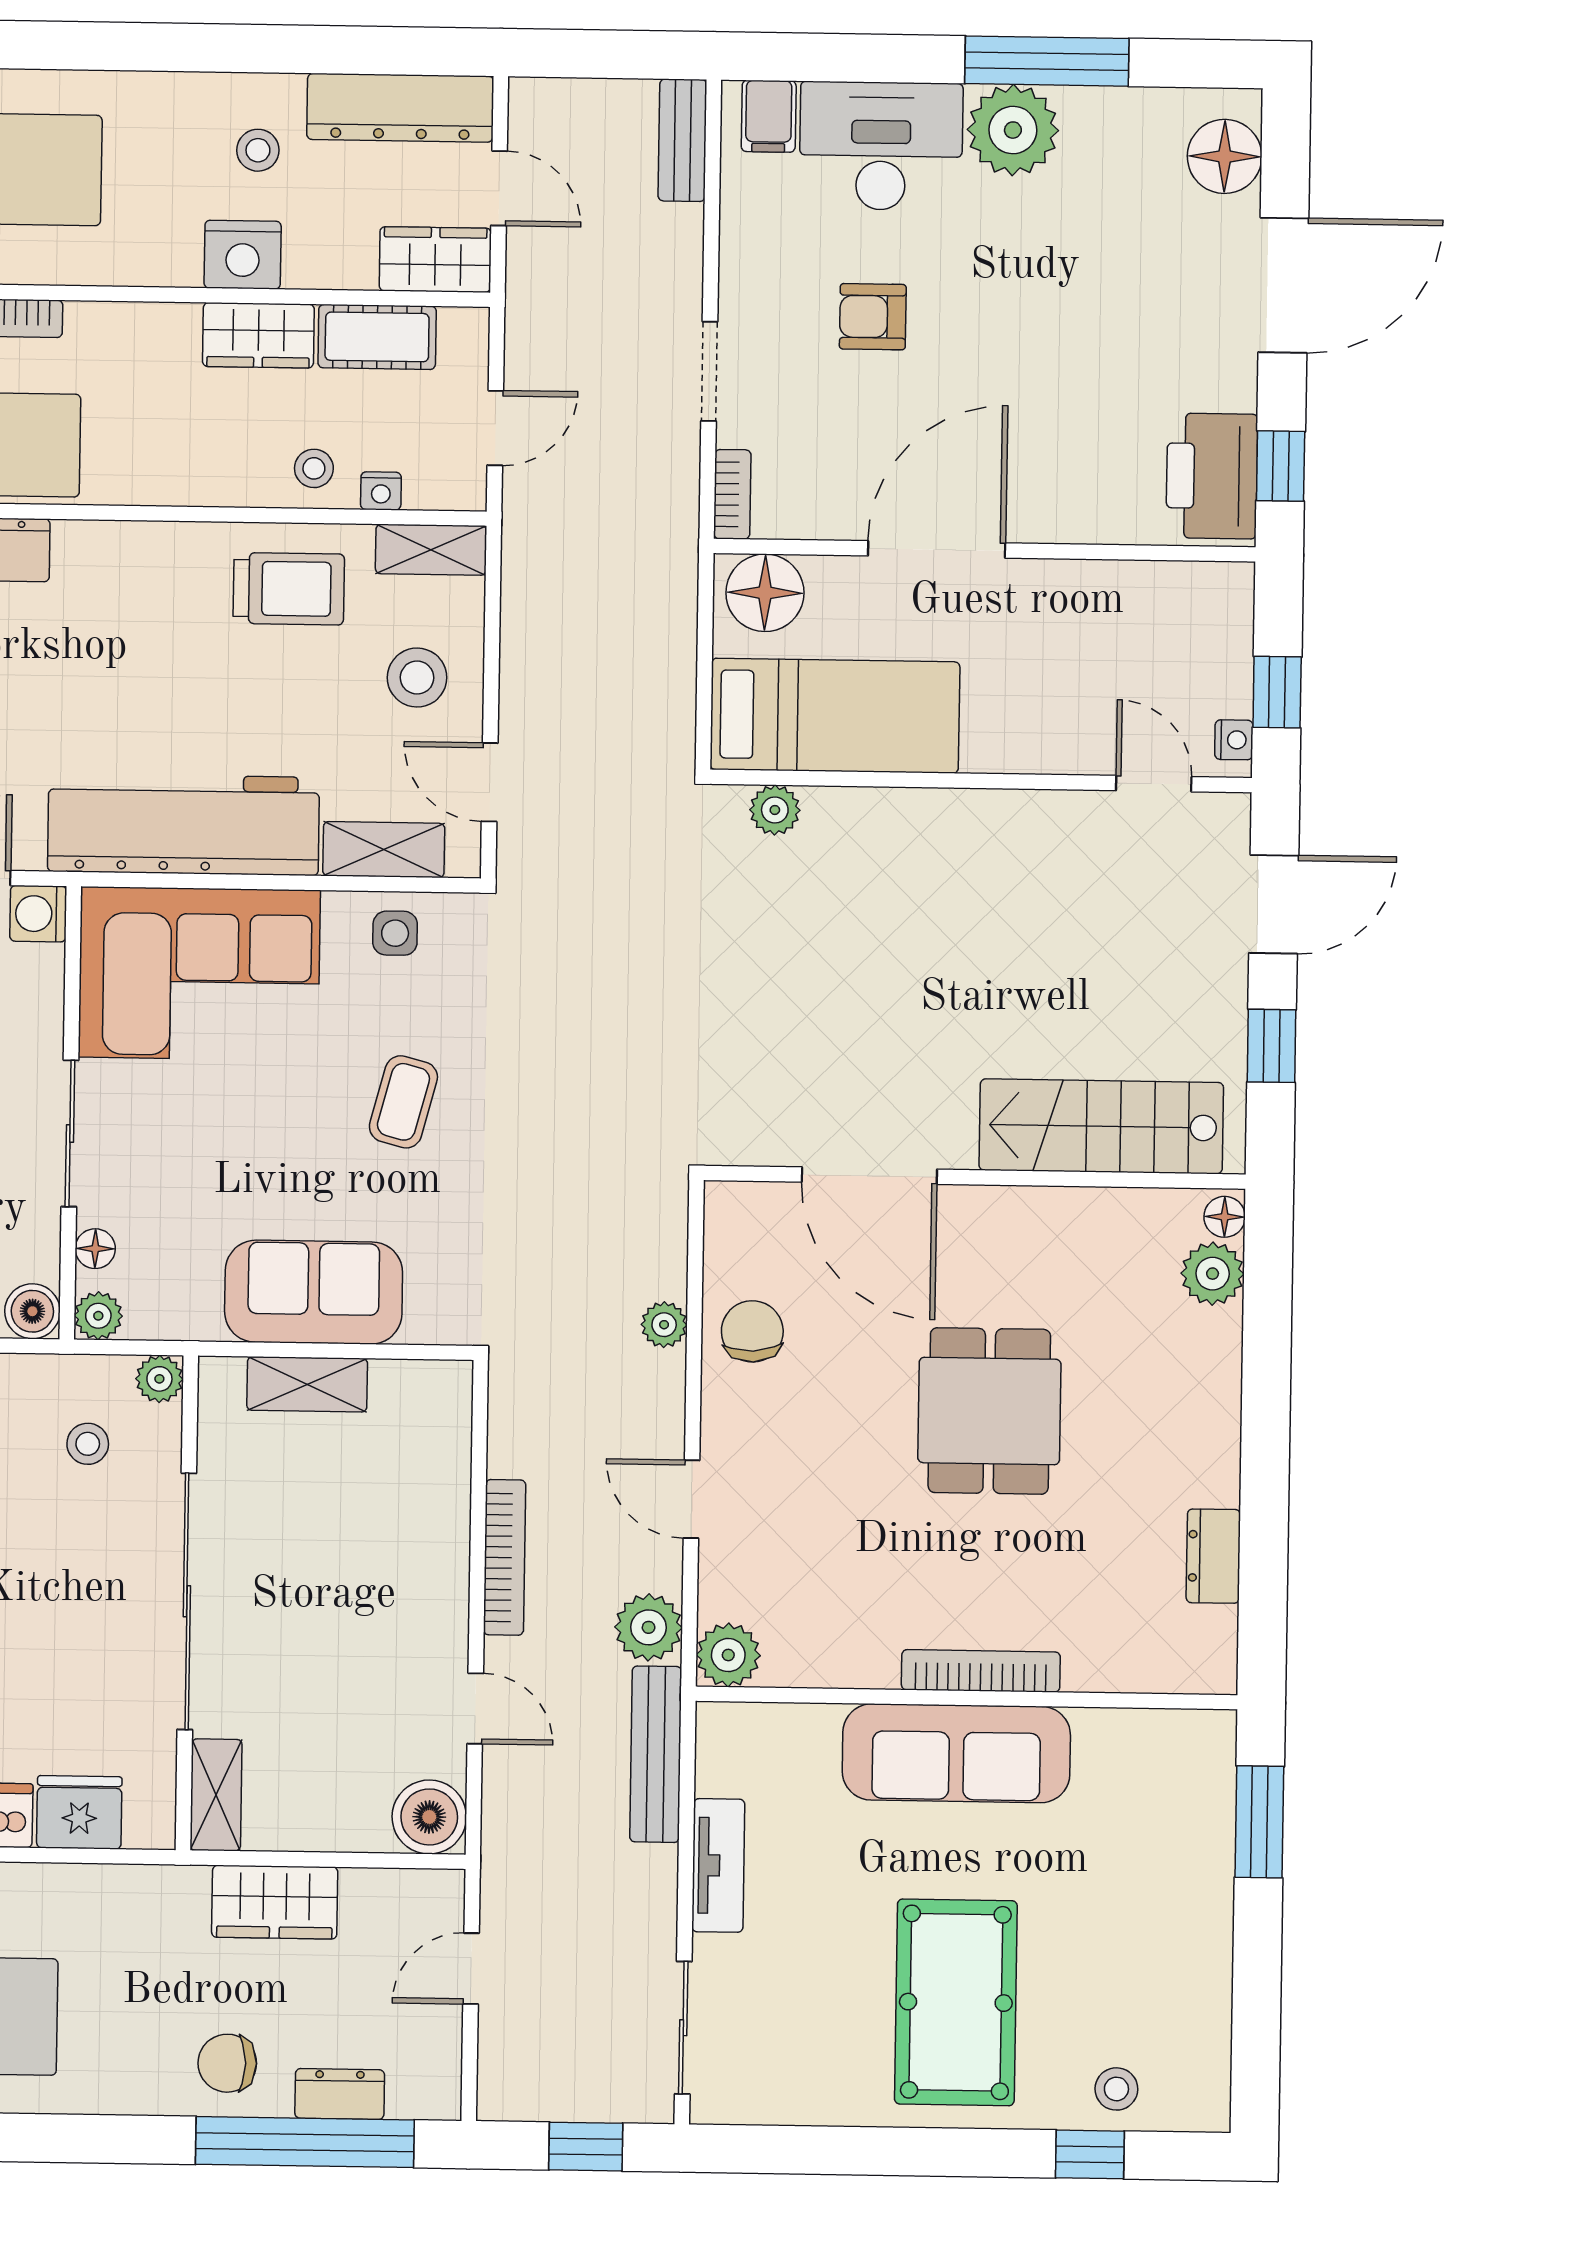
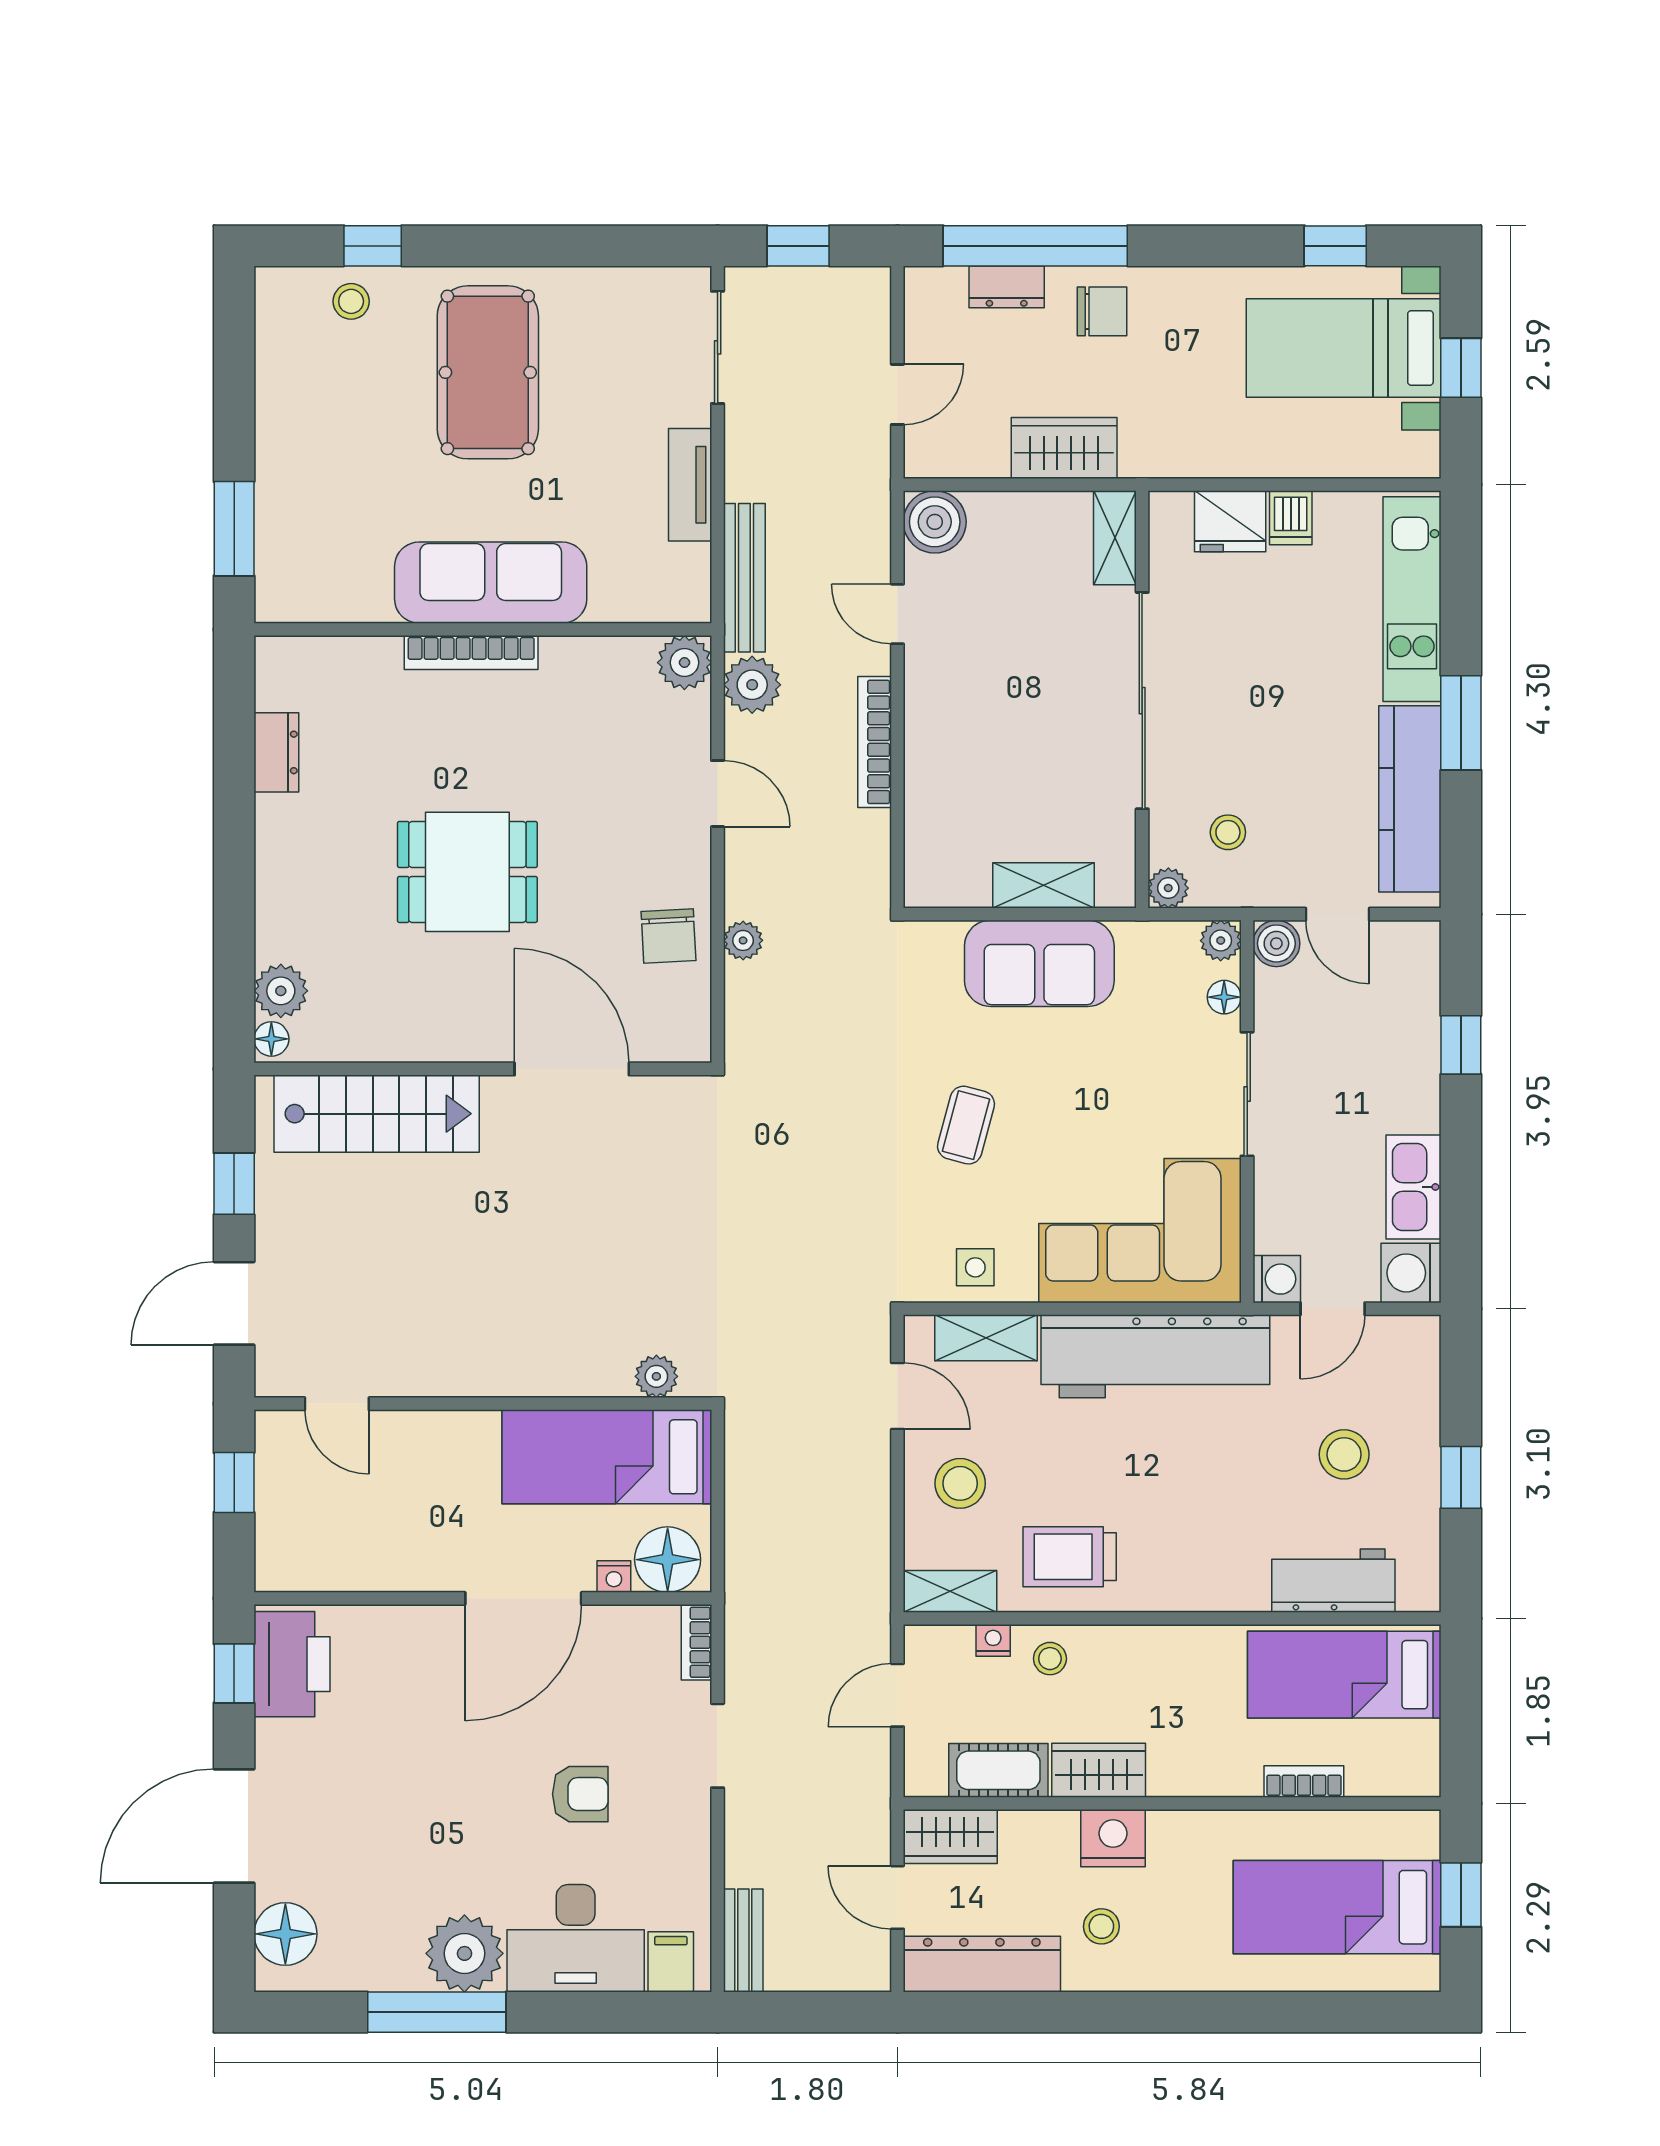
nightstand: (1234, 740) -> (614, 1577), moved, turned -90
dining table: (989, 1411) -> (467, 872), turned 90

